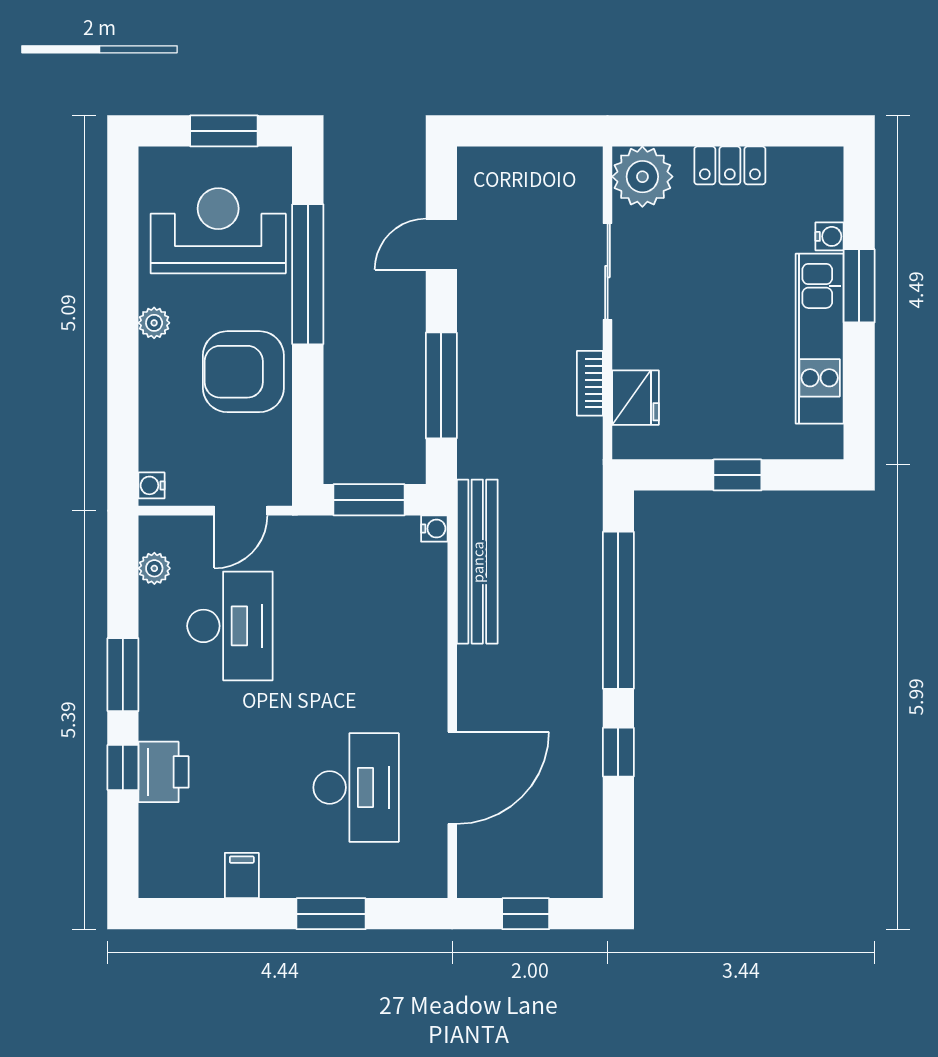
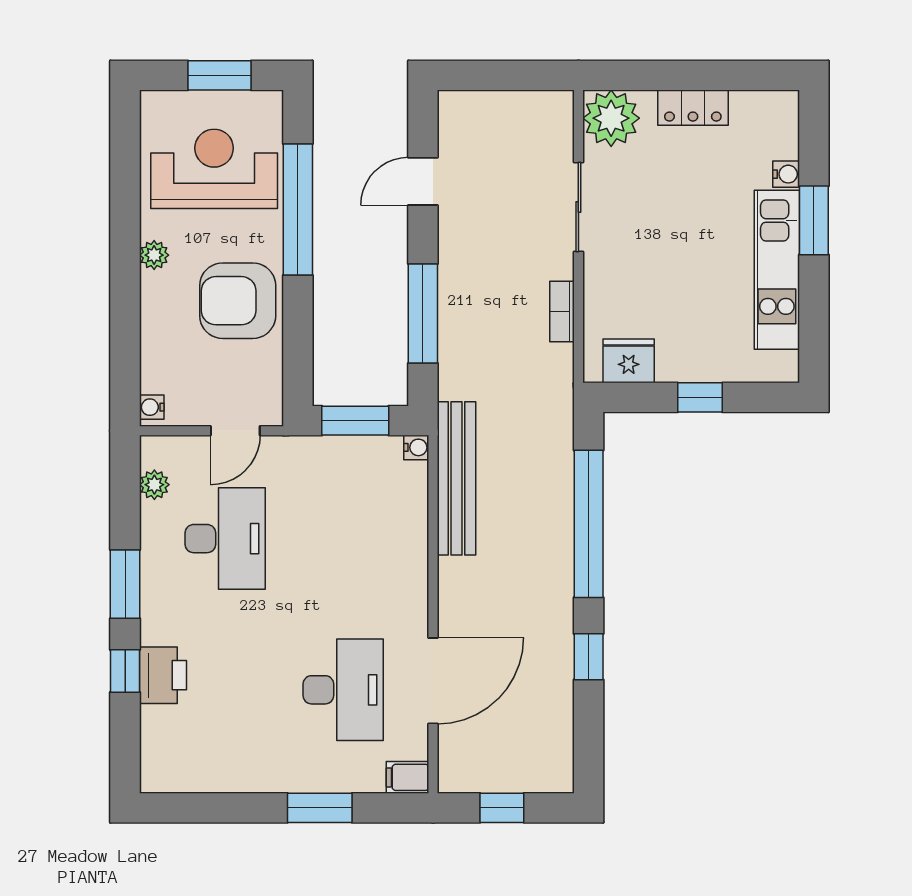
fridge: (636, 398) -> (629, 361), moved, turned -90
filing cabinet: (242, 875) -> (408, 777), moved, turned -90

